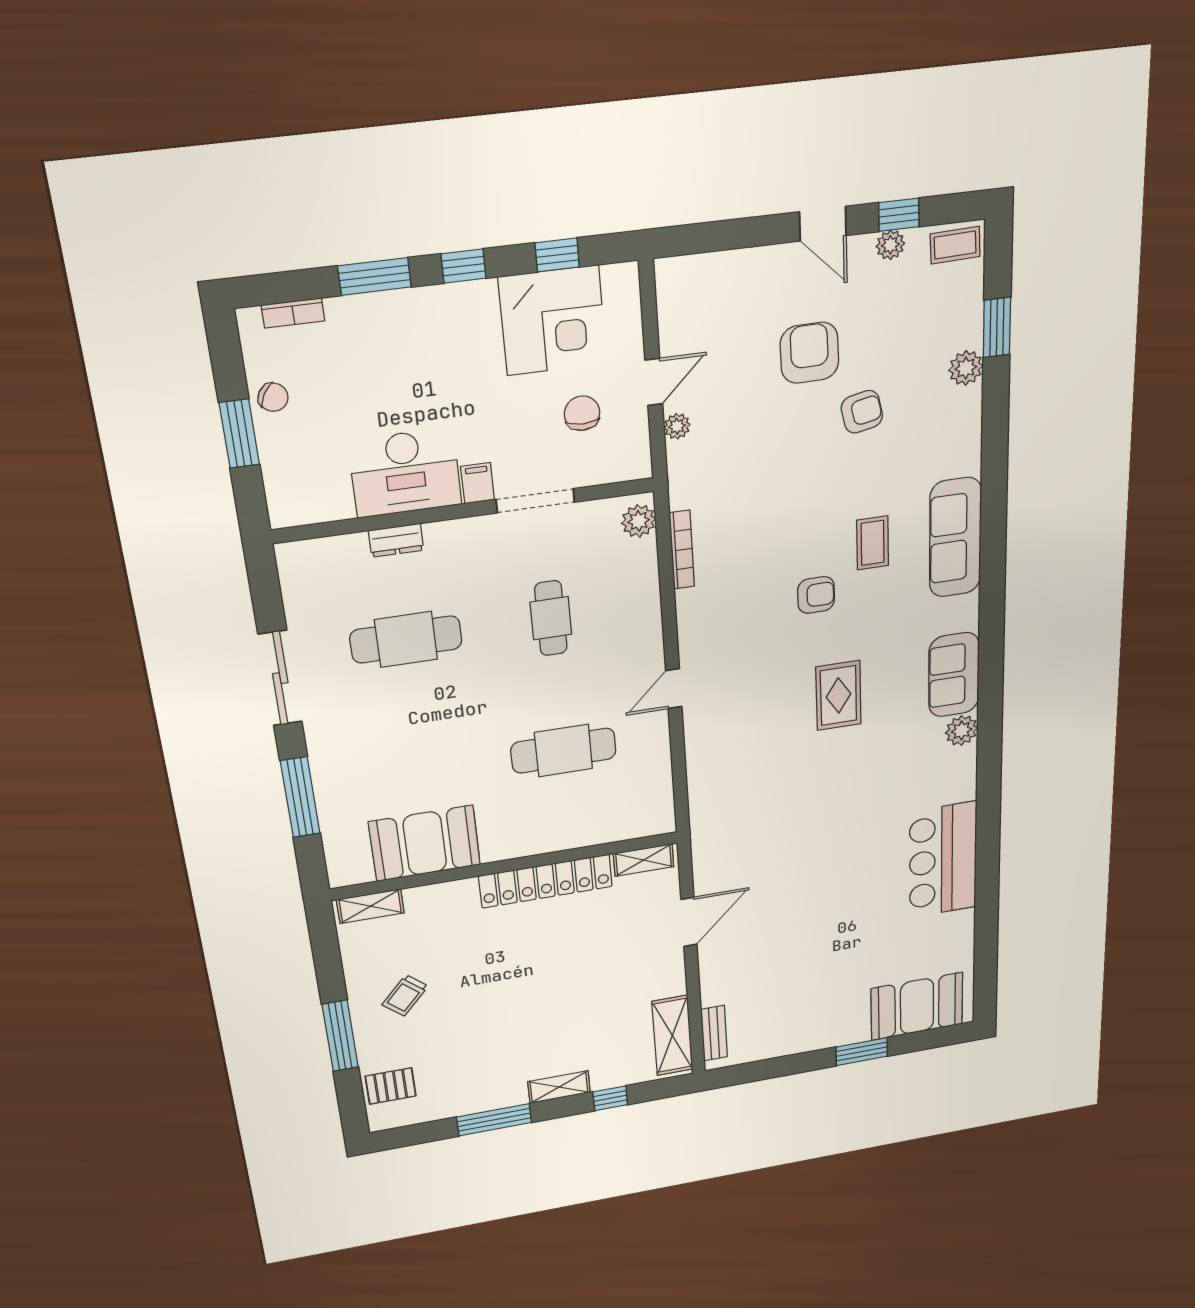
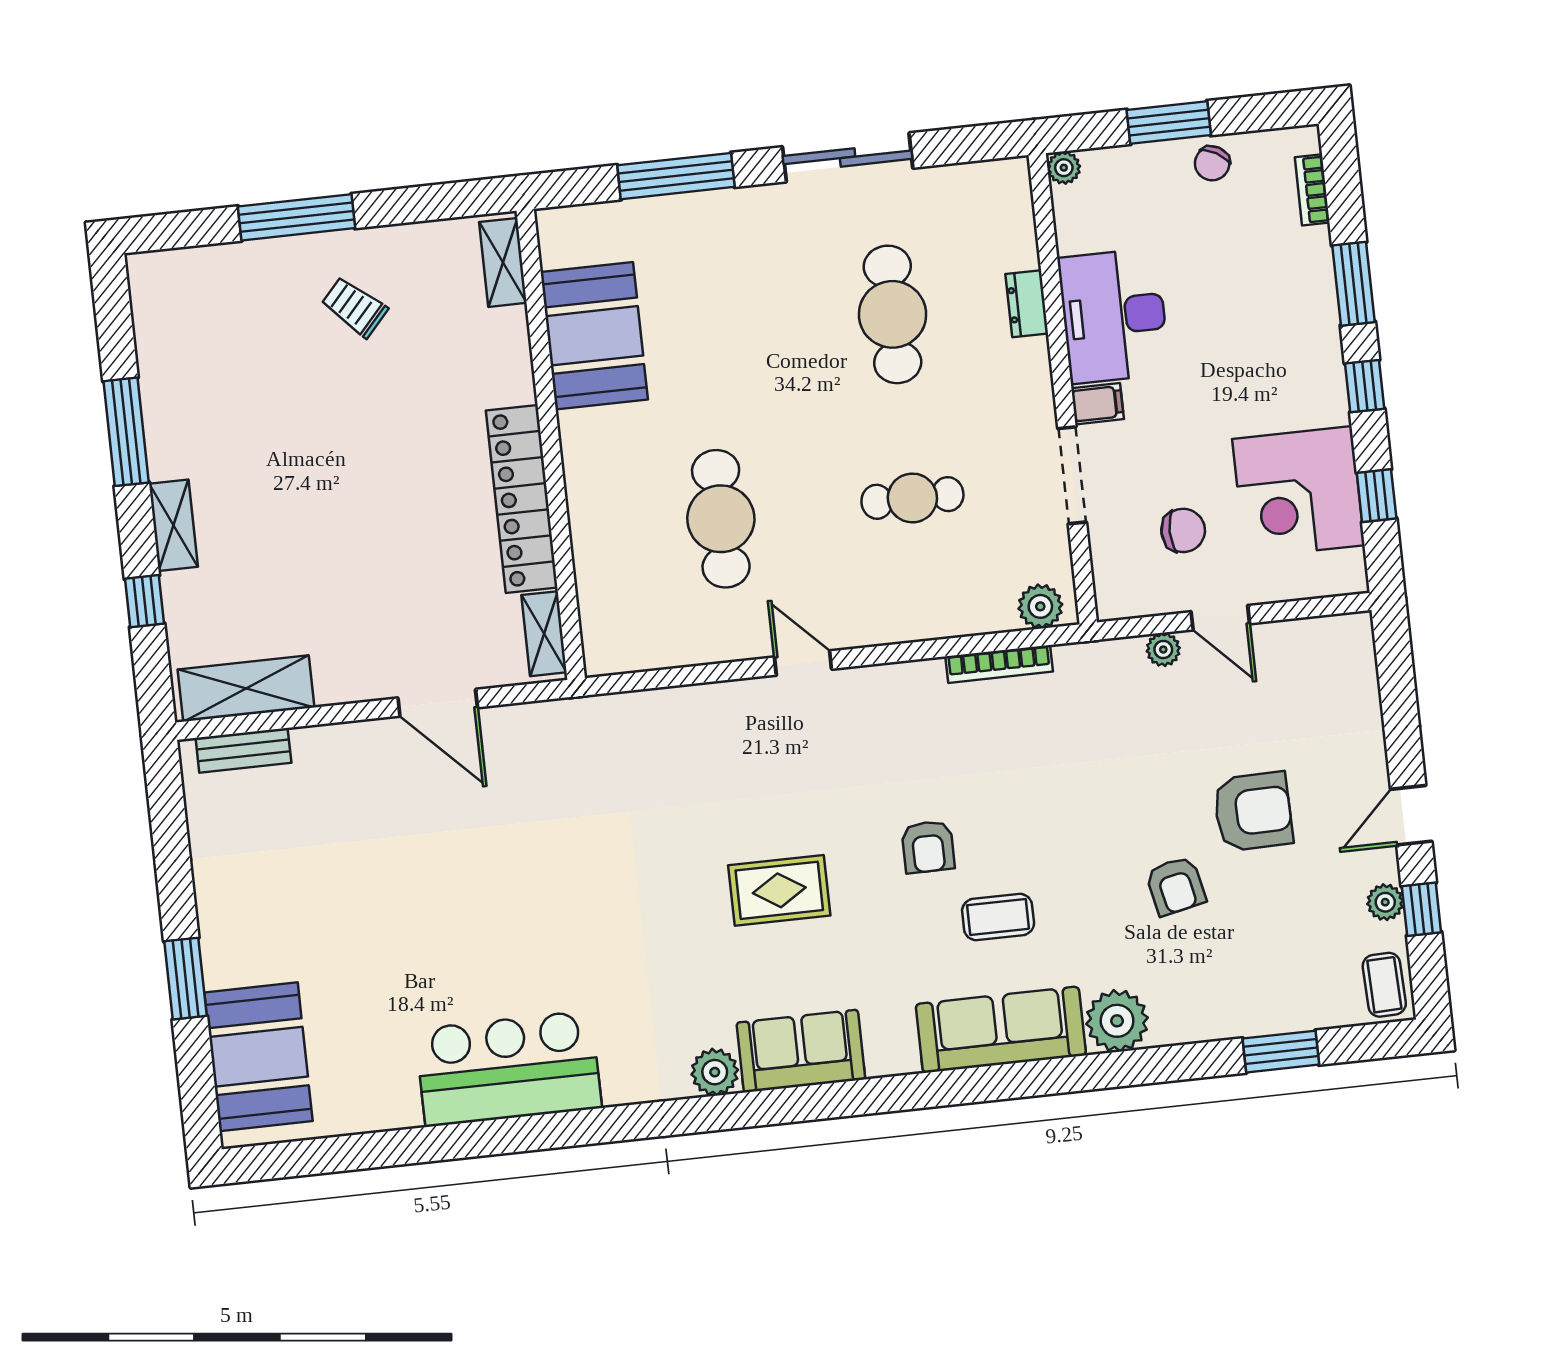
plant: (966, 368) -> (1117, 1021), moved, width x1.36, depth x1.36
plant: (282, 516) -> (1064, 168), added
pallet: (391, 1086) -> (203, 285), removed

